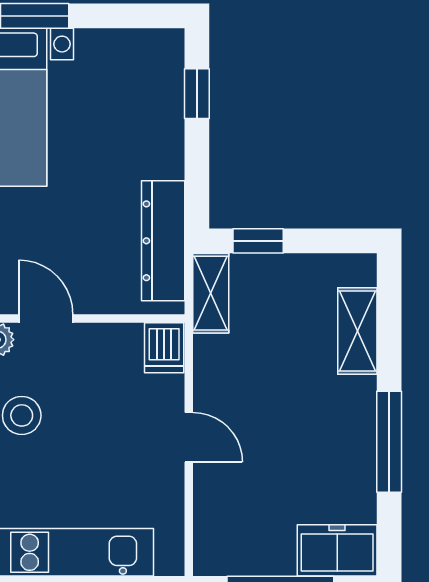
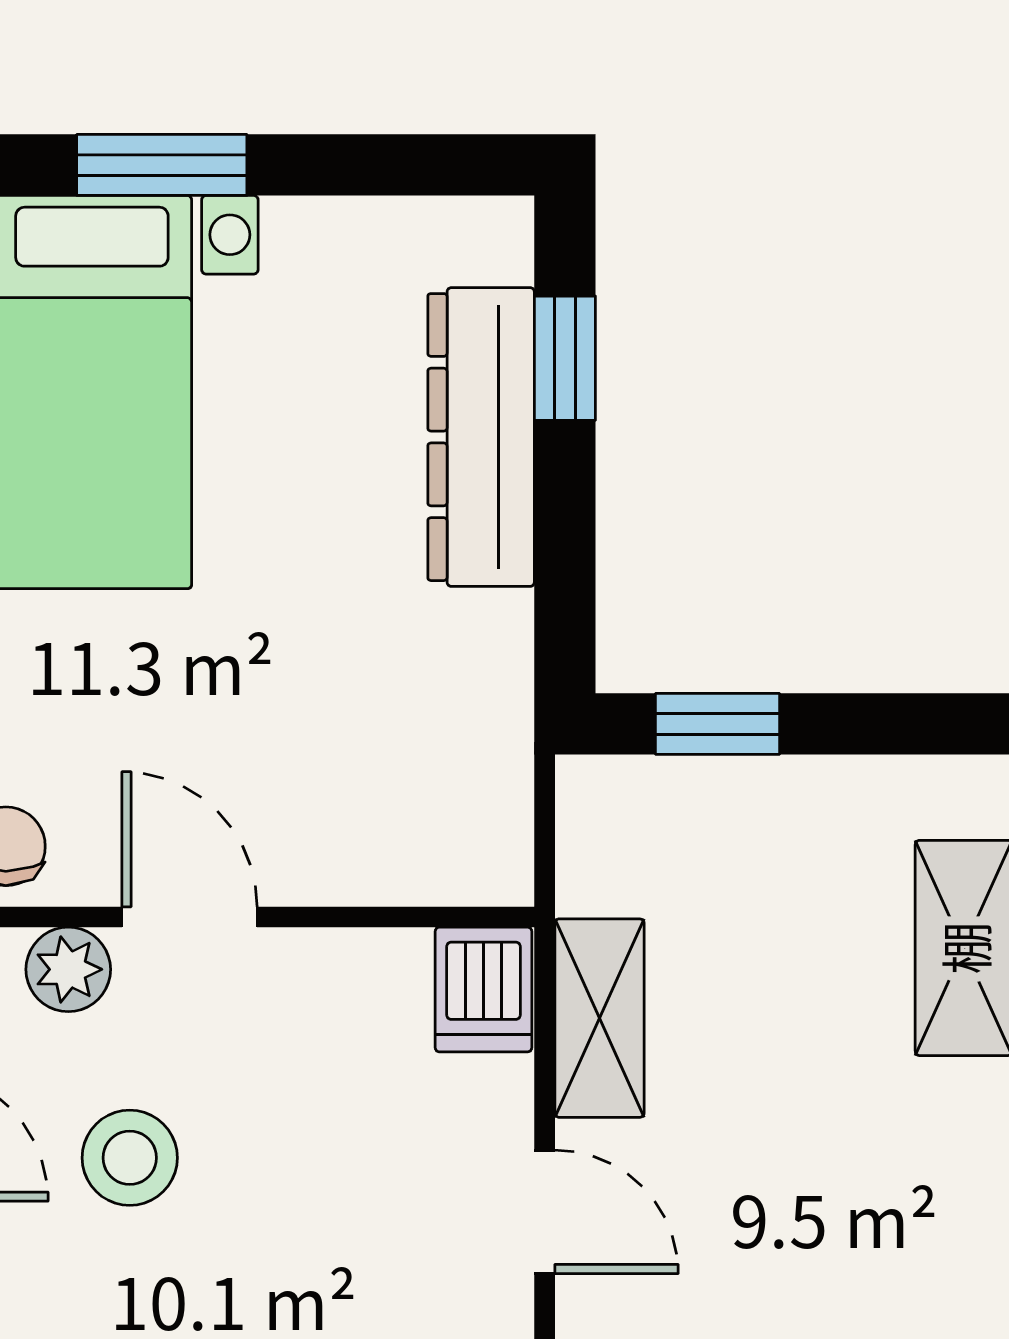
dresser: (163, 241) -> (481, 437), moved
shelving: (211, 293) -> (599, 1018), moved

